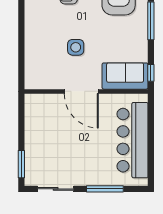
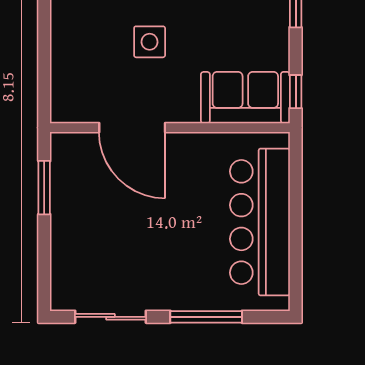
door: (81, 91) -> (132, 128), moved
window: (21, 164) -> (44, 188), moved

